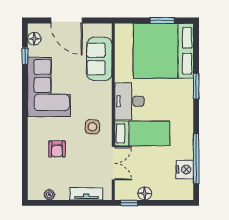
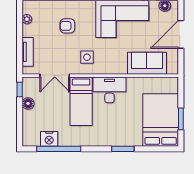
bed: (163, 51) -> (161, 120), width x0.73

